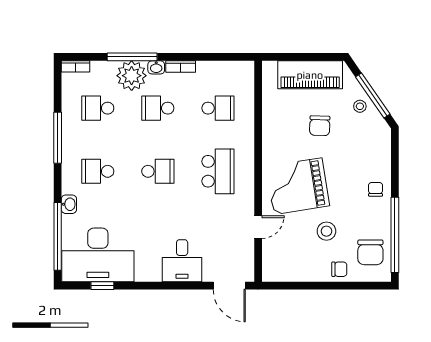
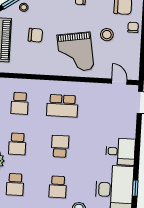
school desk: (218, 108) -> (20, 103), turned 180
school desk: (218, 171) -> (62, 106), turned 180
door: (258, 227) -> (119, 82), moved
desk: (182, 261) -> (120, 152), moved

